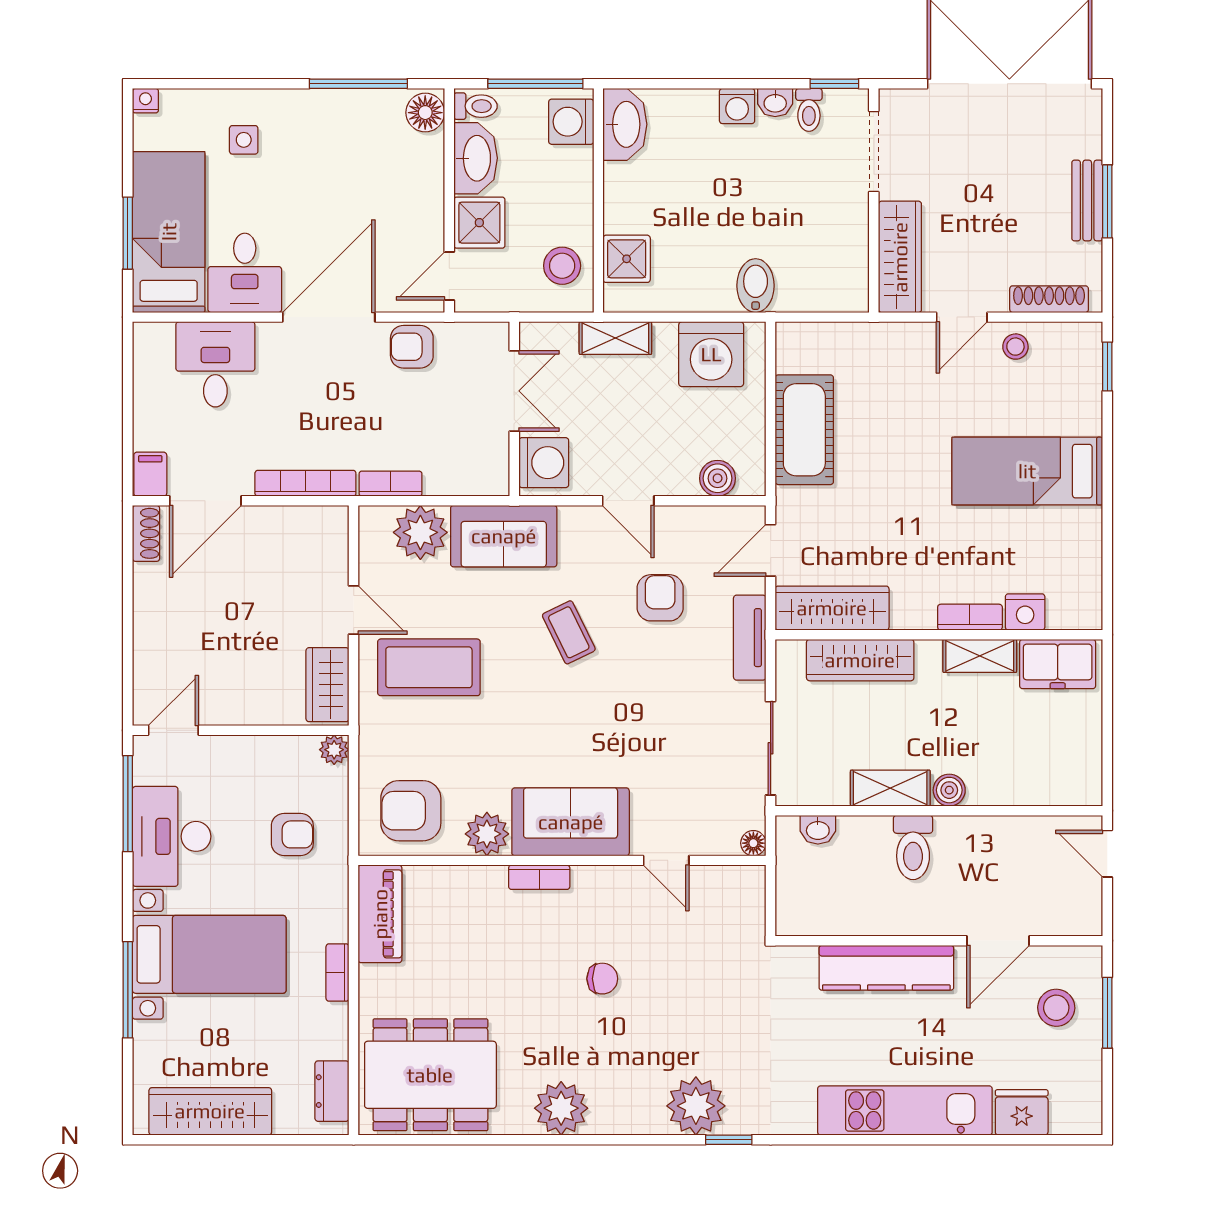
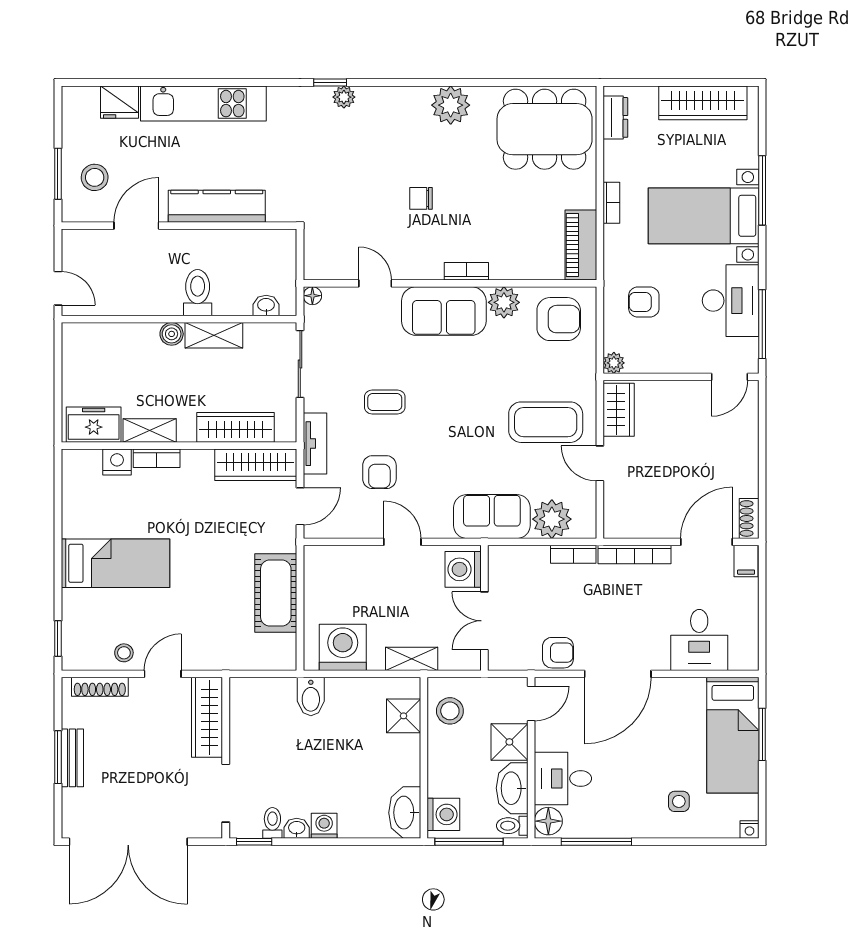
desk: (245, 273) -> (563, 778), moved, turned -90
boiler: (718, 478) -> (338, 558), removed
coffee table: (569, 632) -> (385, 402), moved, turned -64
plant: (696, 1106) -> (344, 97), width x0.53, depth x0.53

